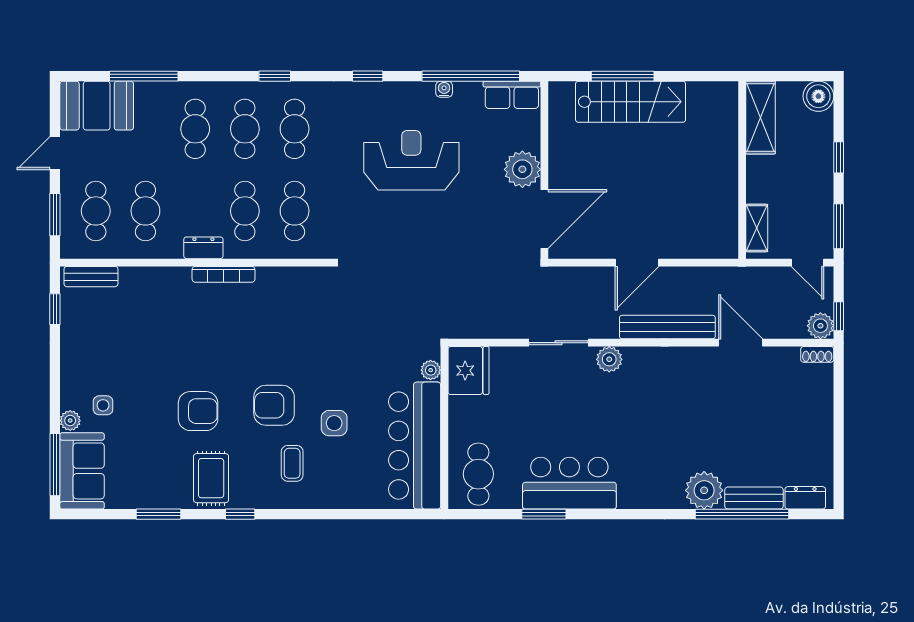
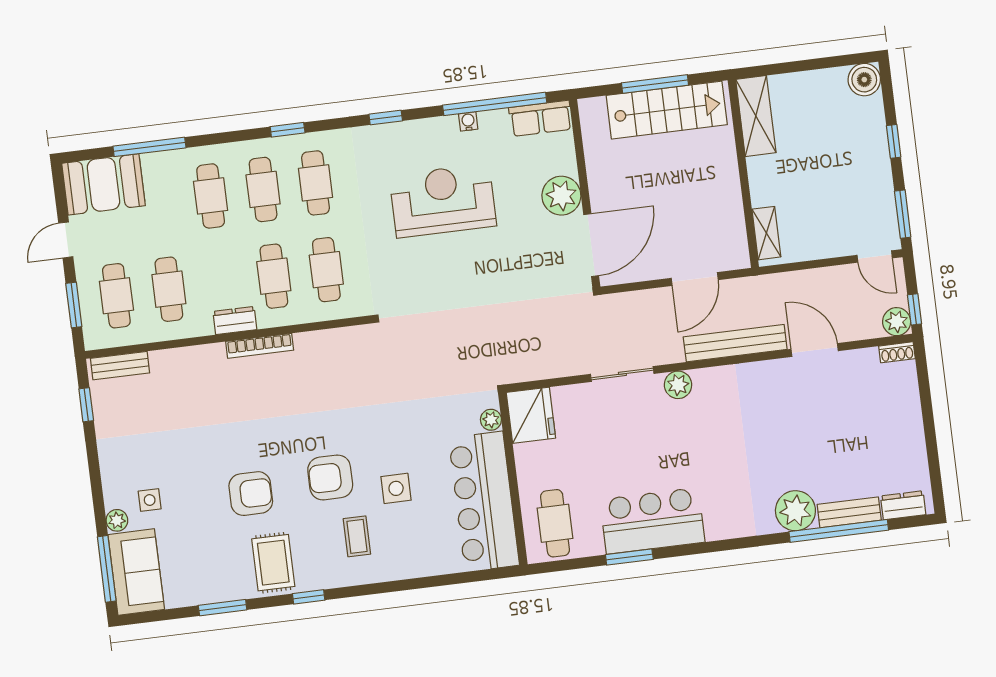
shelving: (761, 118) -> (756, 116), moved
wall: (742, 170) -> (743, 174), moved
shelving: (757, 228) -> (766, 233), moved

